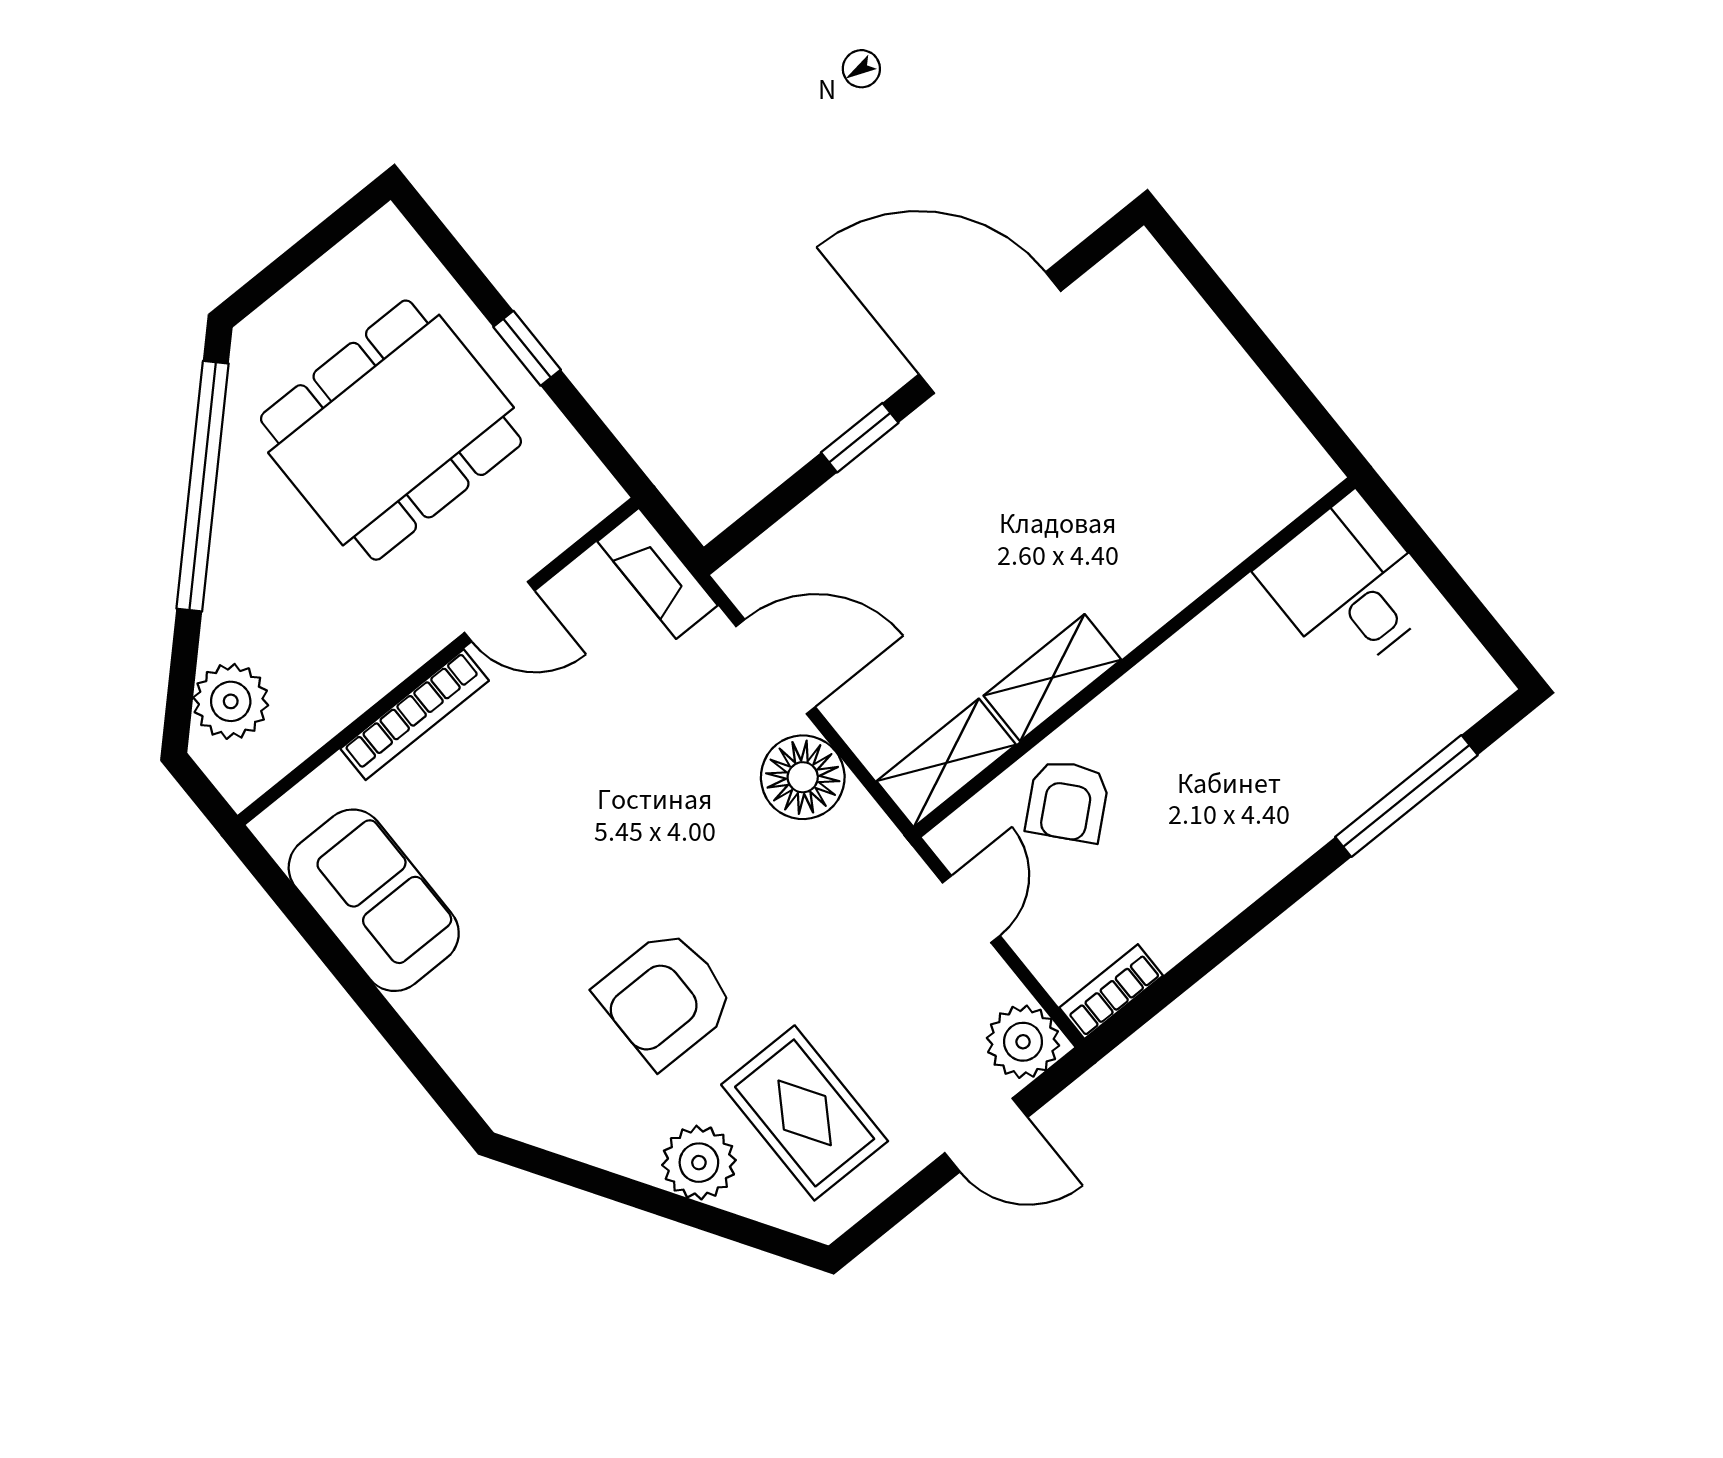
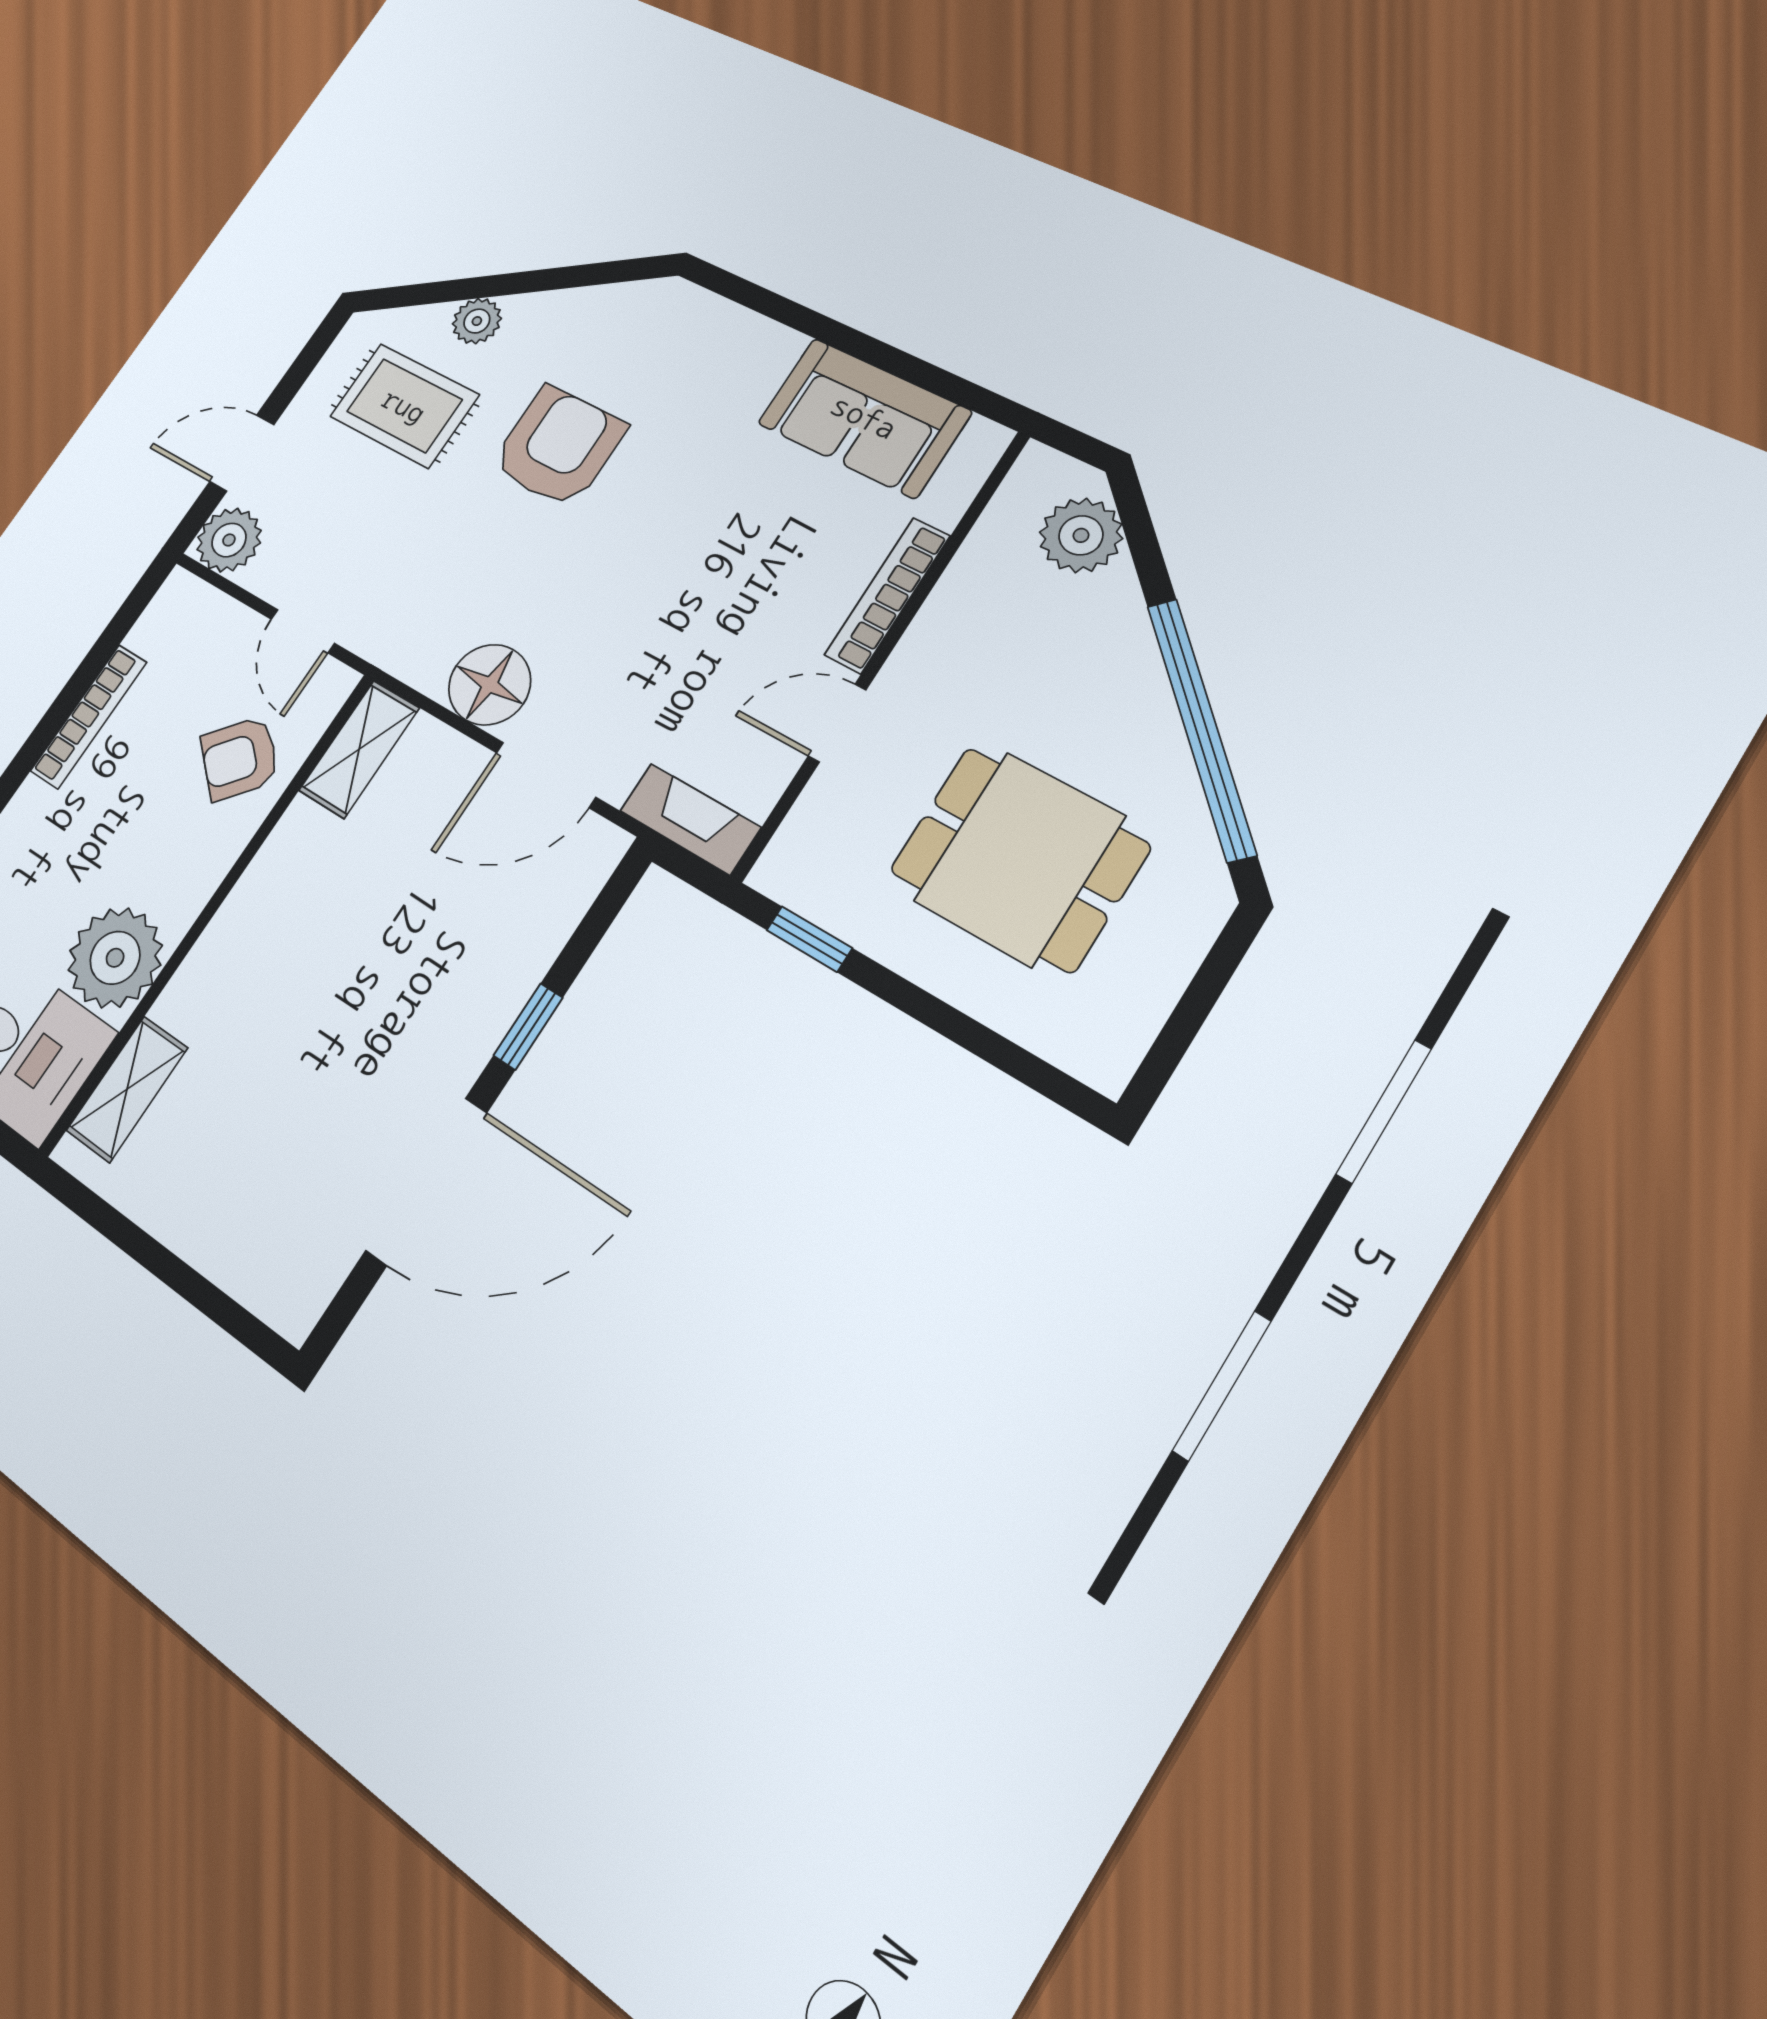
window: (527, 348) -> (809, 939), moved
dining table: (391, 430) -> (1019, 859), width x0.73
plant: (1240, 647) -> (115, 958), added
shelving: (1052, 678) -> (127, 1089), moved
armchair: (1067, 801) -> (240, 758), turned -97
bookcase: (1111, 992) -> (89, 717), moved, width x1.56
plant: (699, 1163) -> (477, 321), width x0.73, depth x0.73

